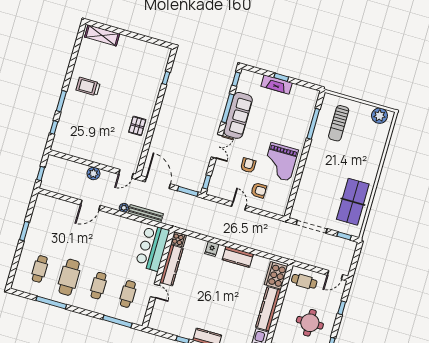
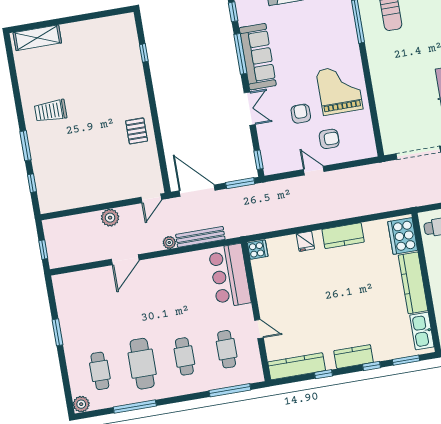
grand piano: (280, 162) -> (339, 90), turned 180
kitchen counter: (171, 265) -> (297, 366), moved, turned -90
plant: (17, 285) -> (81, 404), added

